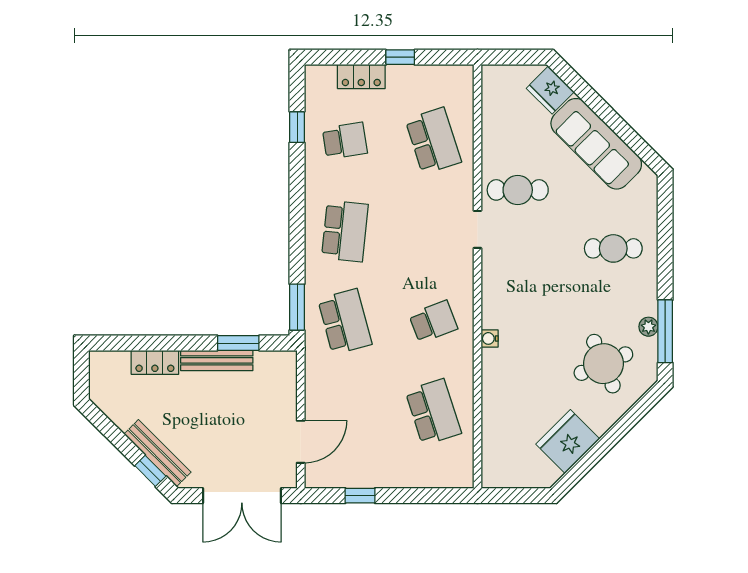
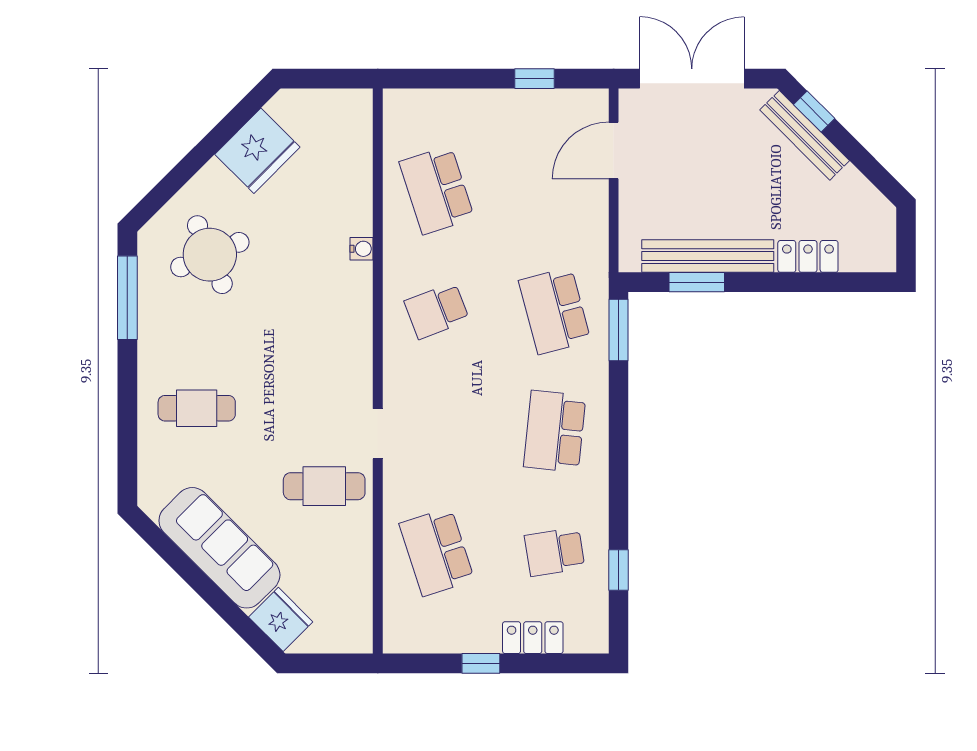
plant: (648, 327) -> (150, 304), removed
water cooler: (490, 338) -> (362, 249), moved
bench: (217, 360) -> (708, 256), width x1.37, depth x1.21

